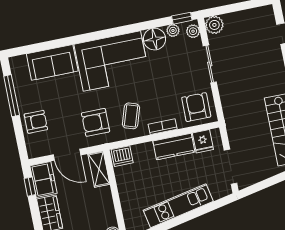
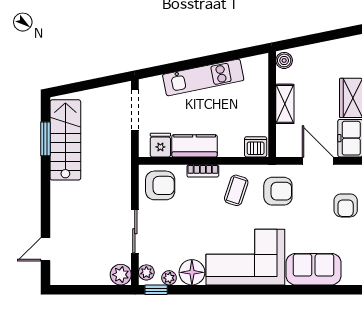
armchair: (196, 107) -> (160, 185), turned -90
armchair: (36, 122) -> (346, 205), turned -90
shelving: (99, 169) -> (285, 104), moved

